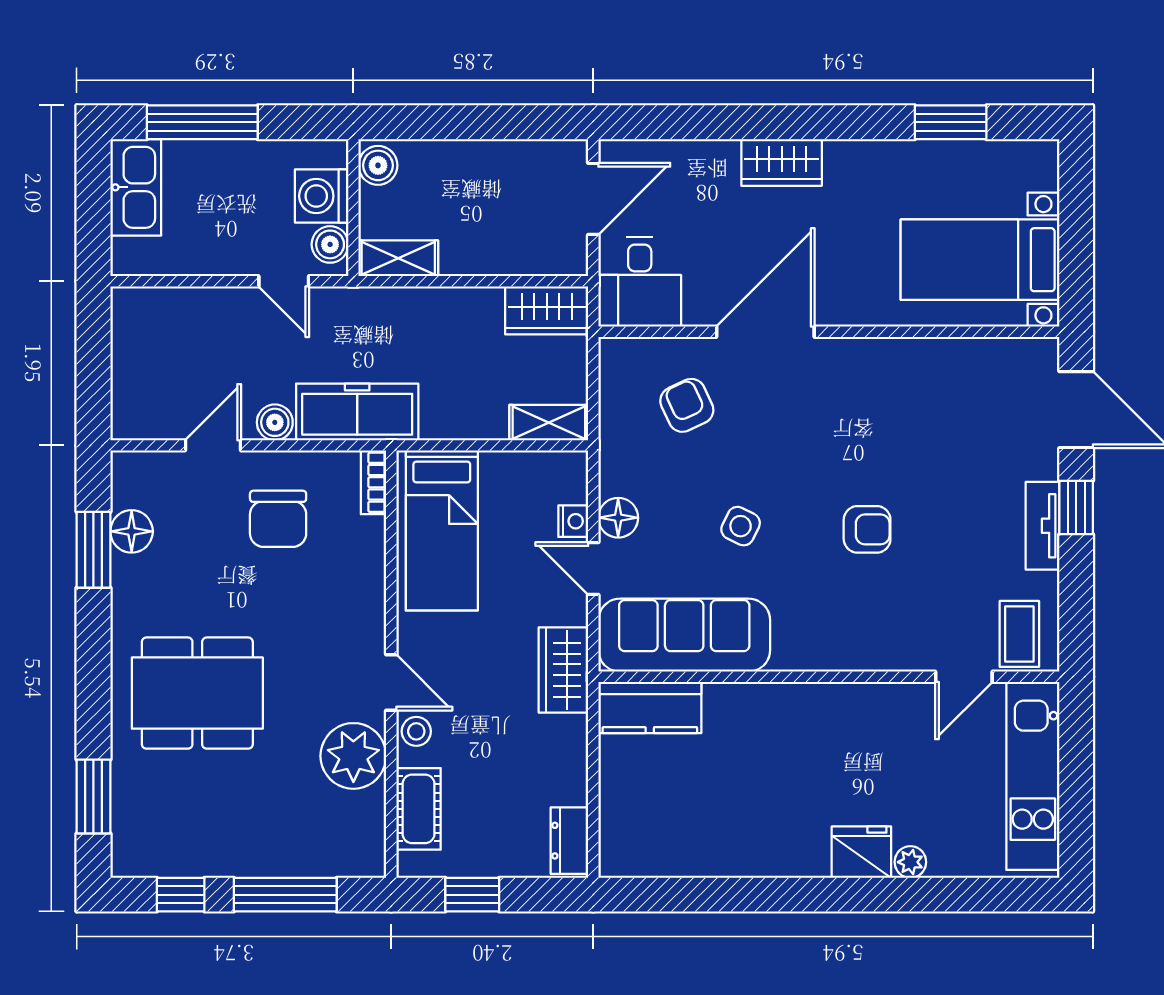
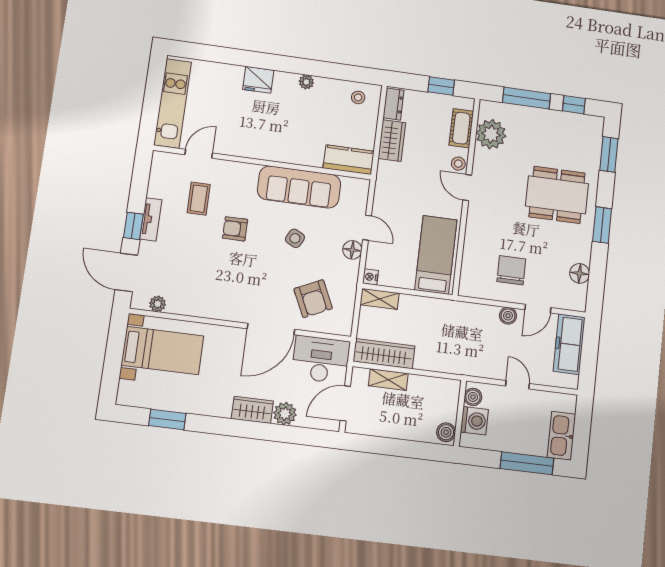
plant: (714, 163) -> (285, 414), added
shelving: (398, 258) -> (388, 380), moved
door: (284, 281) -> (517, 385), moved
desk: (640, 282) -> (321, 359), width x1.37
wardrobe: (547, 310) -> (384, 354), width x1.50
plant: (1004, 354) -> (158, 304), added
armchair: (687, 405) -> (313, 299), width x1.38, depth x1.38
freezer: (357, 412) -> (569, 344), moved, turned 90
bookcase: (374, 482) -> (465, 282), removed
nightstand: (573, 521) -> (371, 277), moved
window: (93, 550) -> (602, 225), moved
coffee table: (1019, 634) -> (199, 199), moved
sofa: (684, 635) -> (299, 187), moved
wardrobe: (563, 670) -> (392, 141), moved
plant: (353, 756) -> (491, 134), moved
stool: (646, 844) -> (358, 97), added
plant: (910, 862) -> (306, 82), moved

